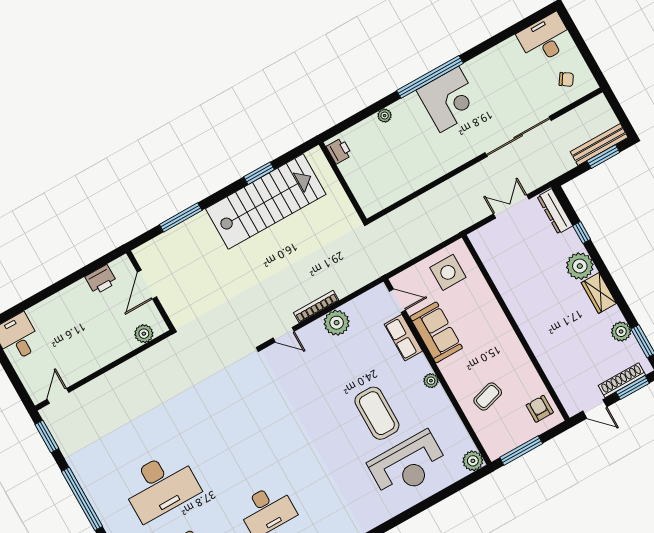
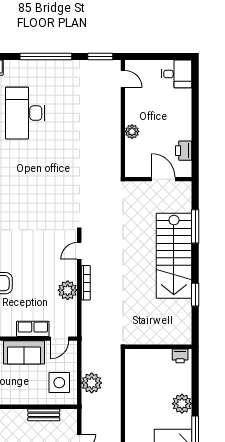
plant: (385, 116) -> (182, 404), width x1.88, depth x1.88
stairs: (266, 201) -> (174, 256), moved
plant: (427, 235) -> (92, 383), added
bench: (495, 269) -> (44, 415), added
plant: (144, 334) -> (132, 132), moved

